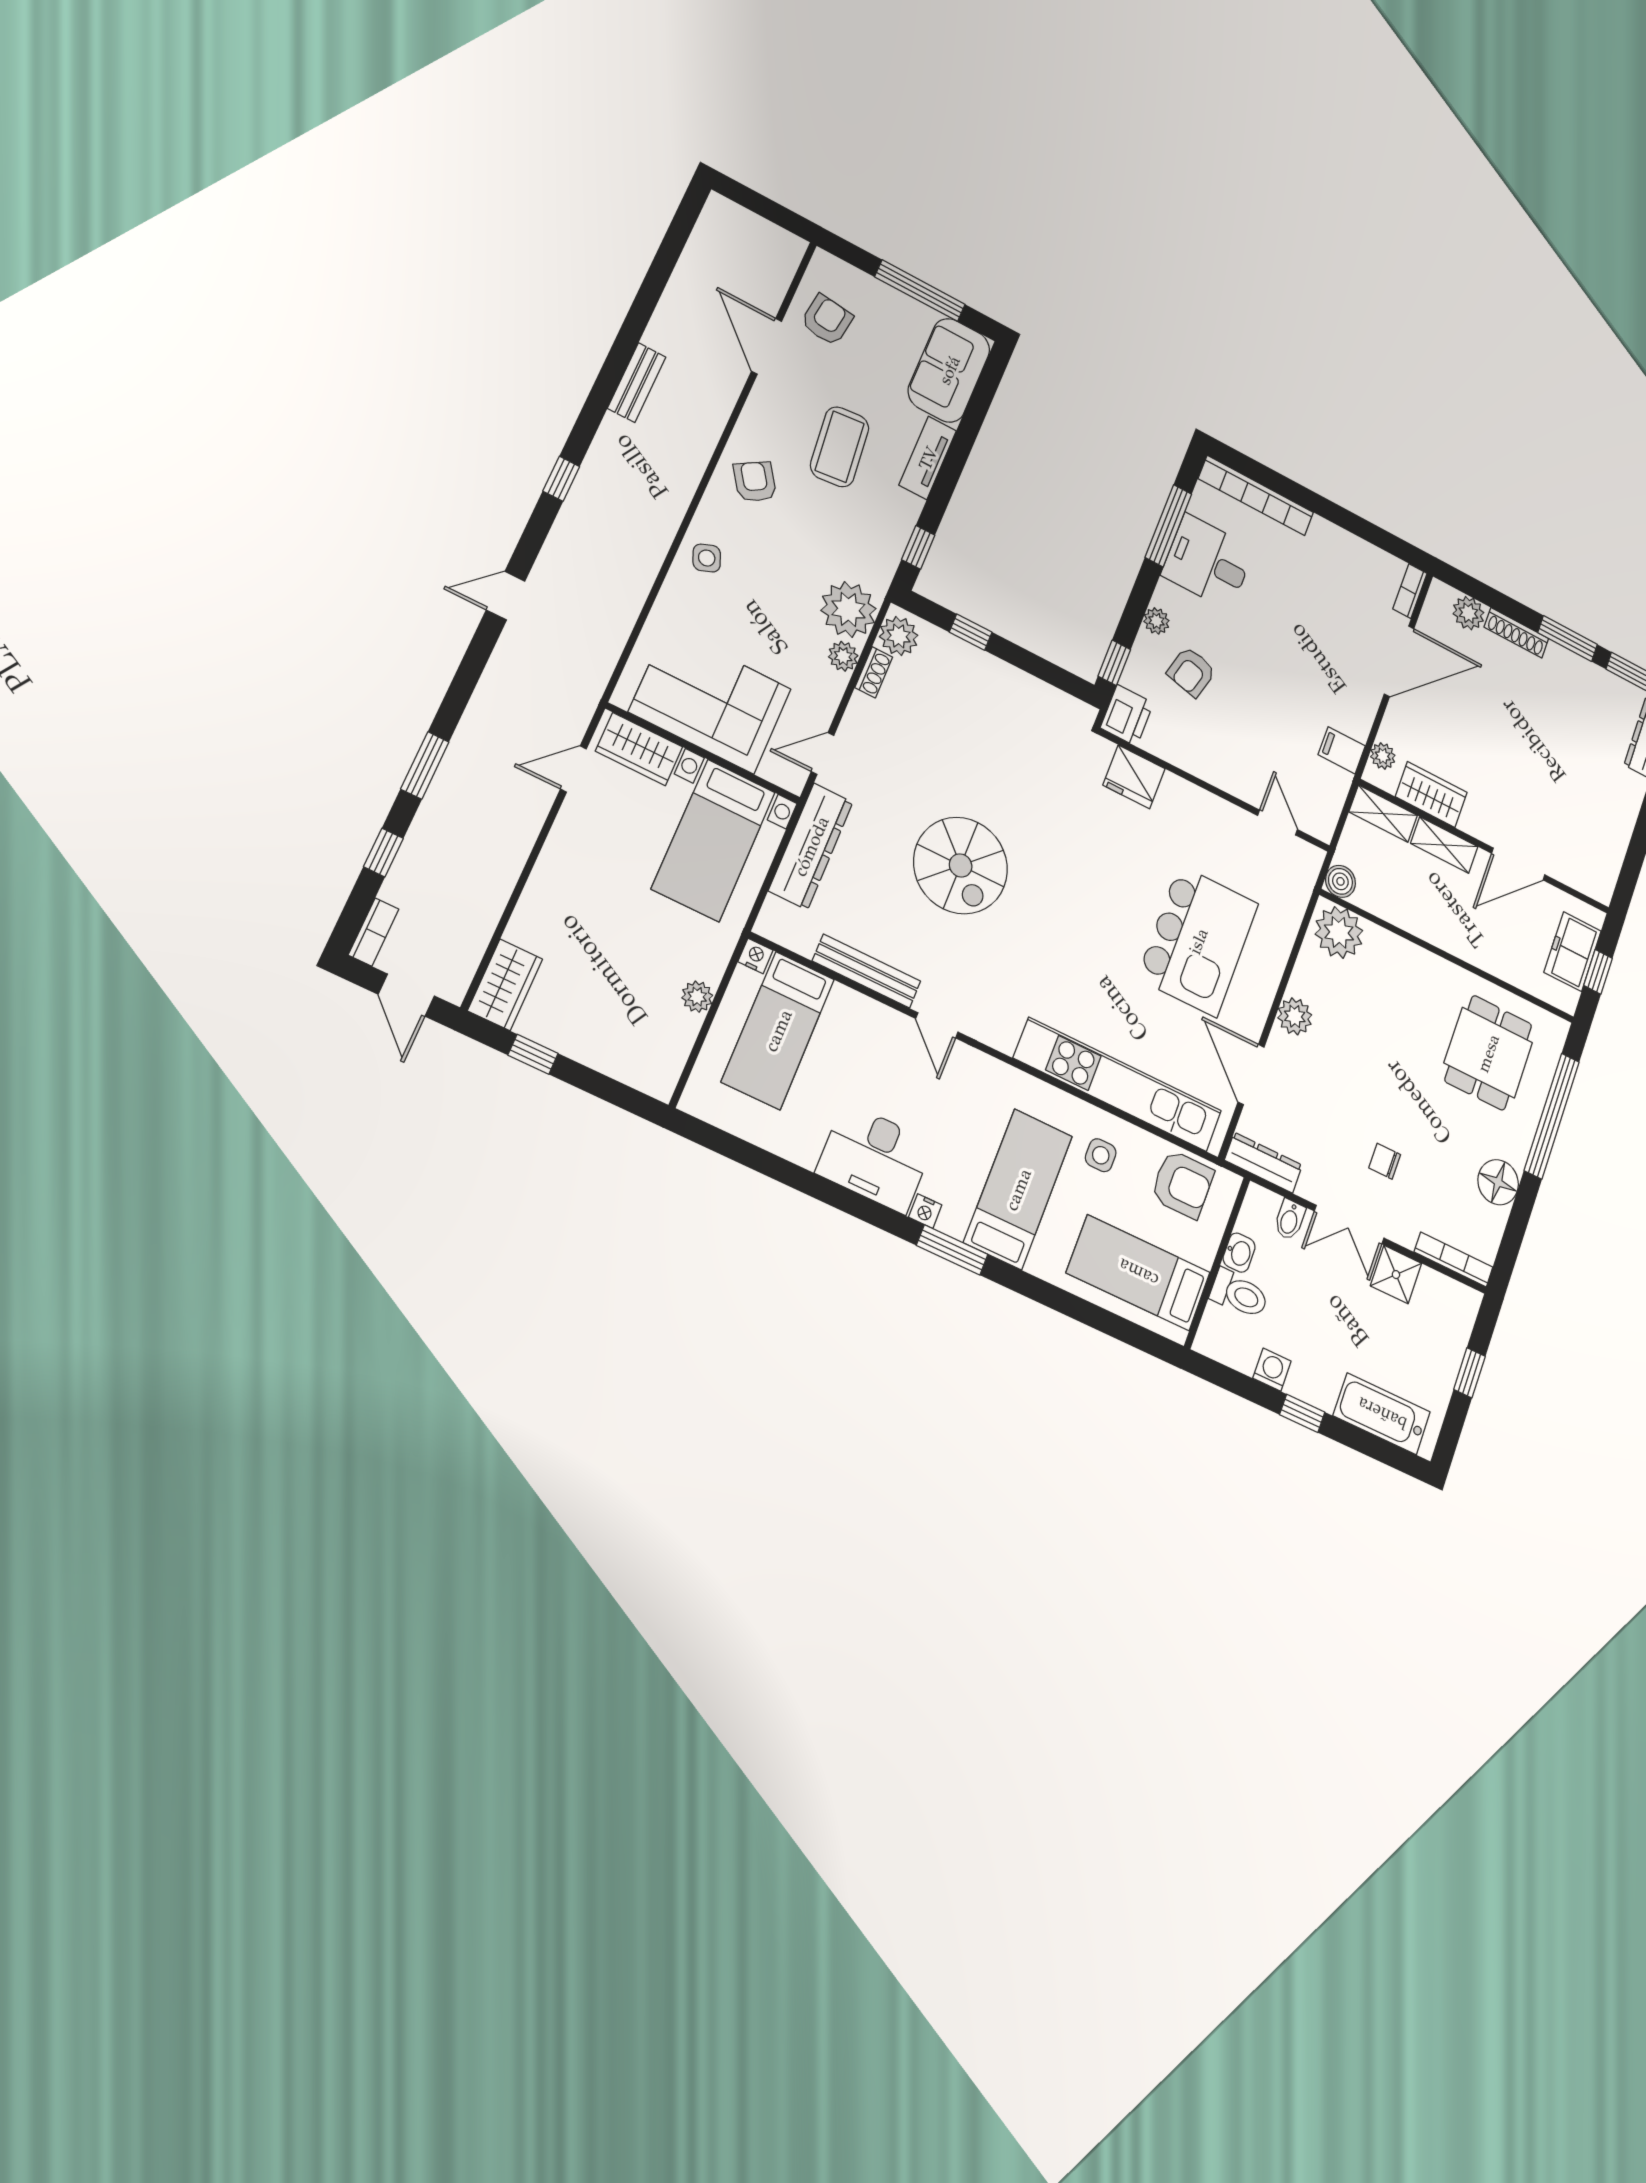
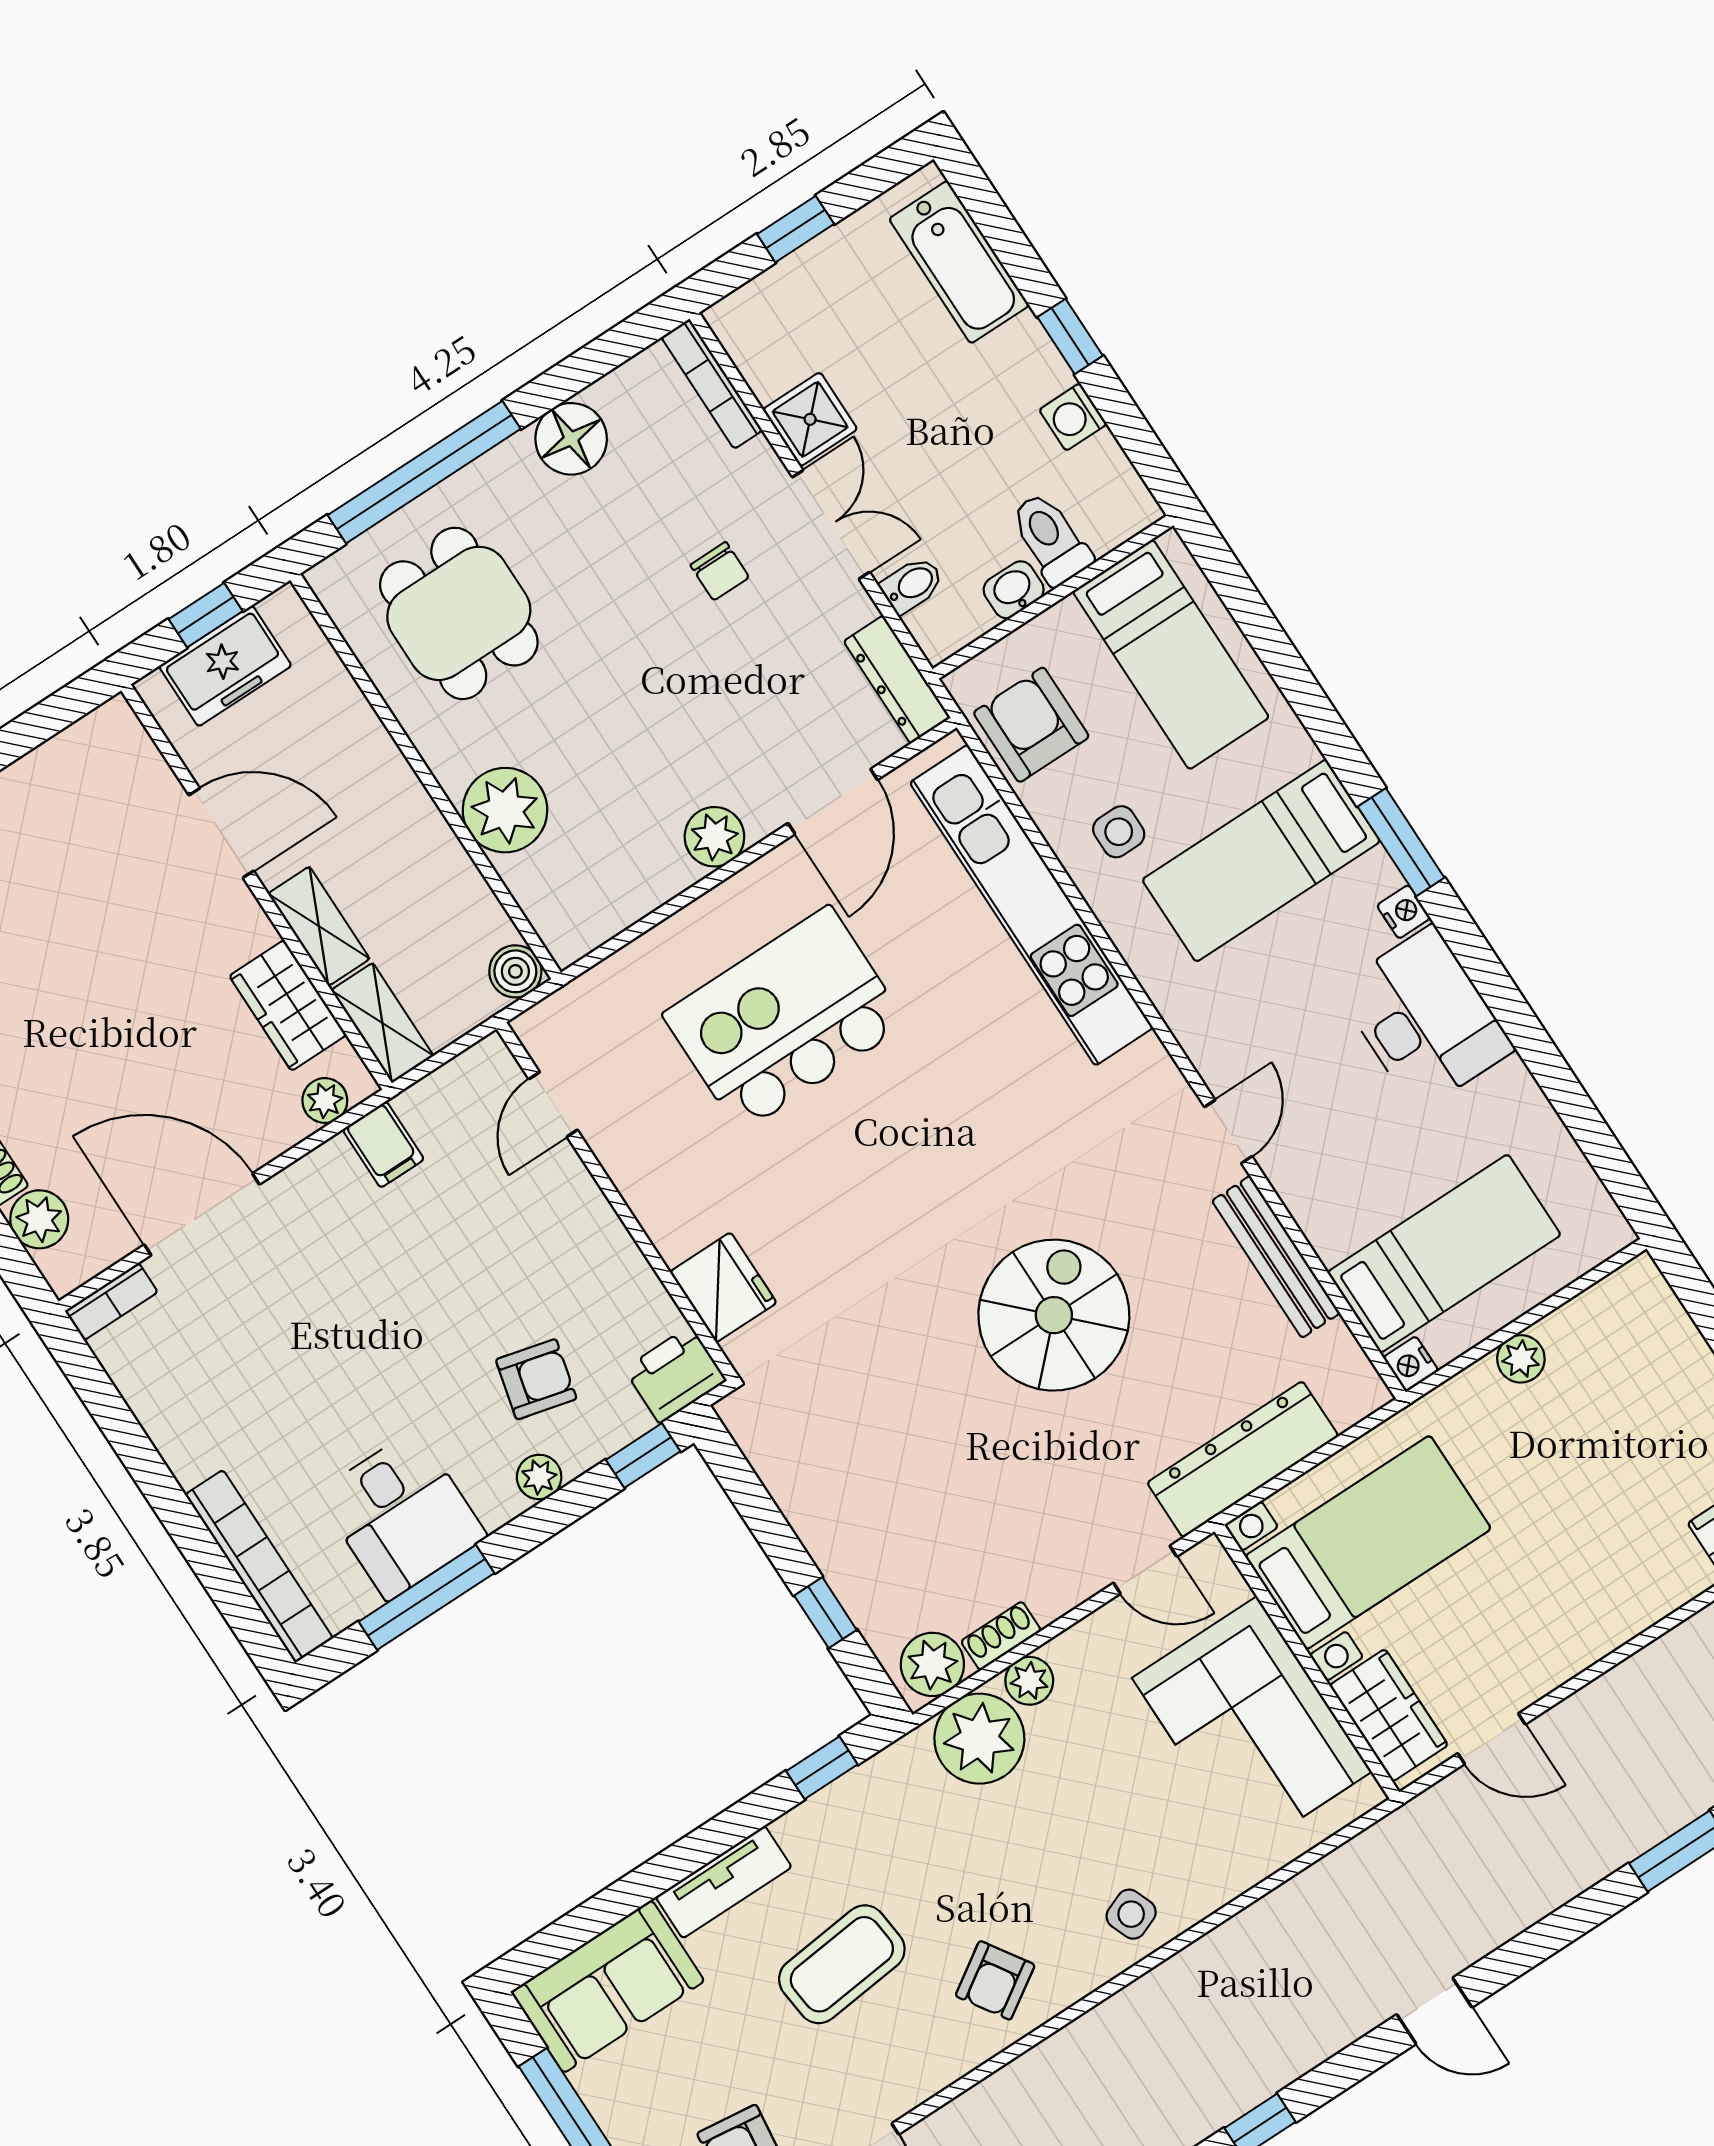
plant: (1339, 932) -> (505, 810), moved
dining table: (1488, 1053) -> (459, 613), turned 90

